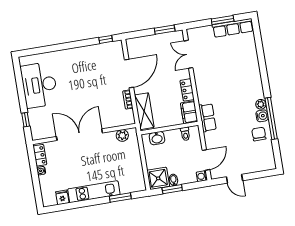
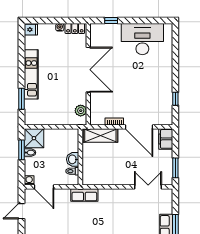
window: (106, 39) -> (175, 99), moved
locker: (187, 90) -> (114, 180), removed
filing cabinet: (189, 112) -> (166, 139), moved, turned -90
washbasin: (157, 138) -> (73, 159), moved
fridge: (62, 197) -> (31, 30), moved

